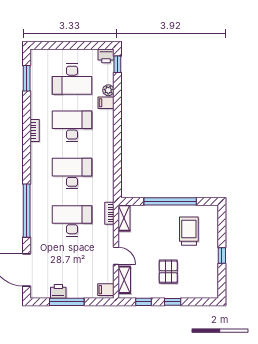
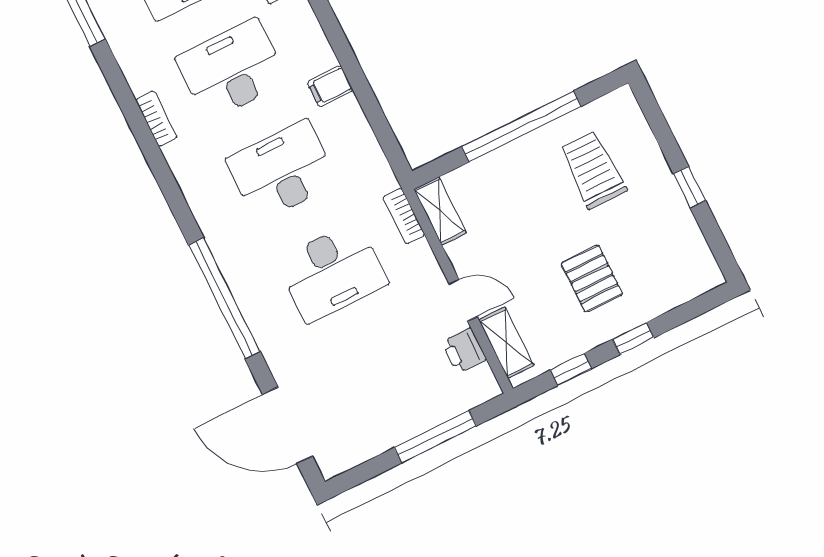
desk: (72, 221) -> (332, 272), turned 180
filing cabinet: (106, 290) -> (330, 86), moved
printer: (58, 291) -> (464, 351), moved, turned -90
window: (67, 302) -> (435, 437), moved

